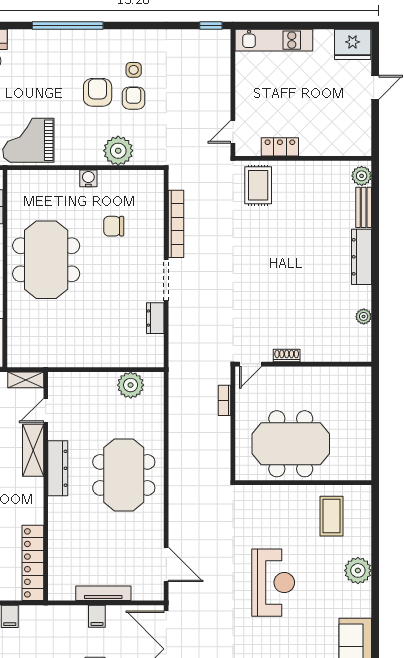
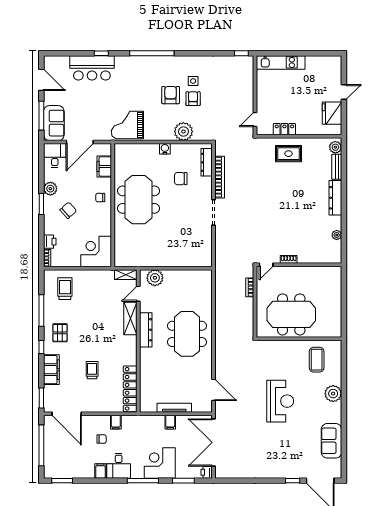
fridge: (353, 44) -> (332, 113), moved, turned 90
rug: (258, 185) -> (288, 154), moved, turned 90
dresser: (155, 318) -> (207, 162), moved, width x1.44
plant: (131, 385) -> (155, 278), moved

